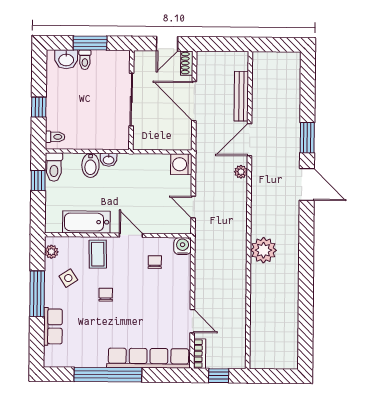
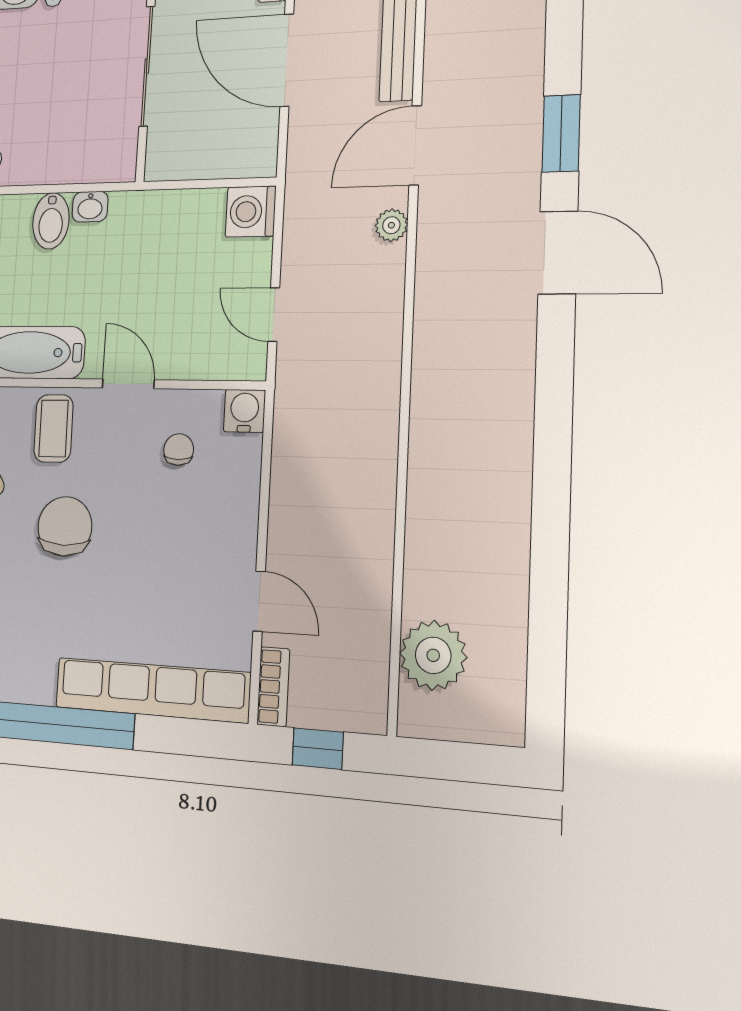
plant: (263, 250) -> (433, 655), moved
chair: (106, 295) -> (65, 526), width x1.87, depth x1.87

